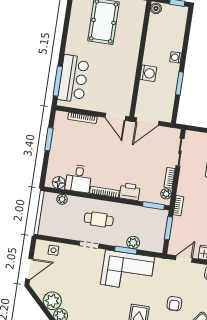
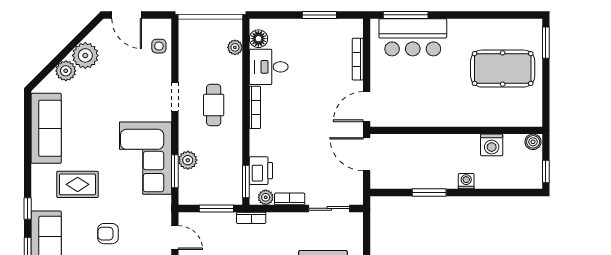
washing machine: (148, 73) -> (492, 145), moved
printer: (130, 192) -> (261, 171), moved
window: (126, 250) -> (175, 171), moved

